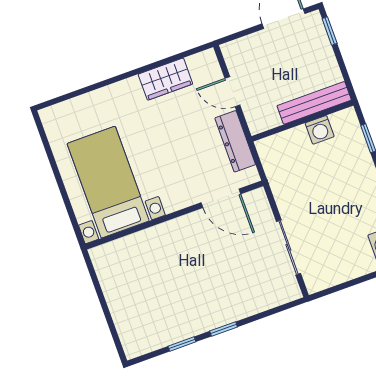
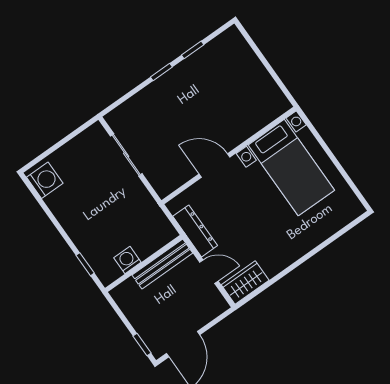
wardrobe: (165, 79) -> (245, 282), moved
bench: (314, 103) -> (162, 264), moved
door: (221, 198) -> (214, 166), moved

